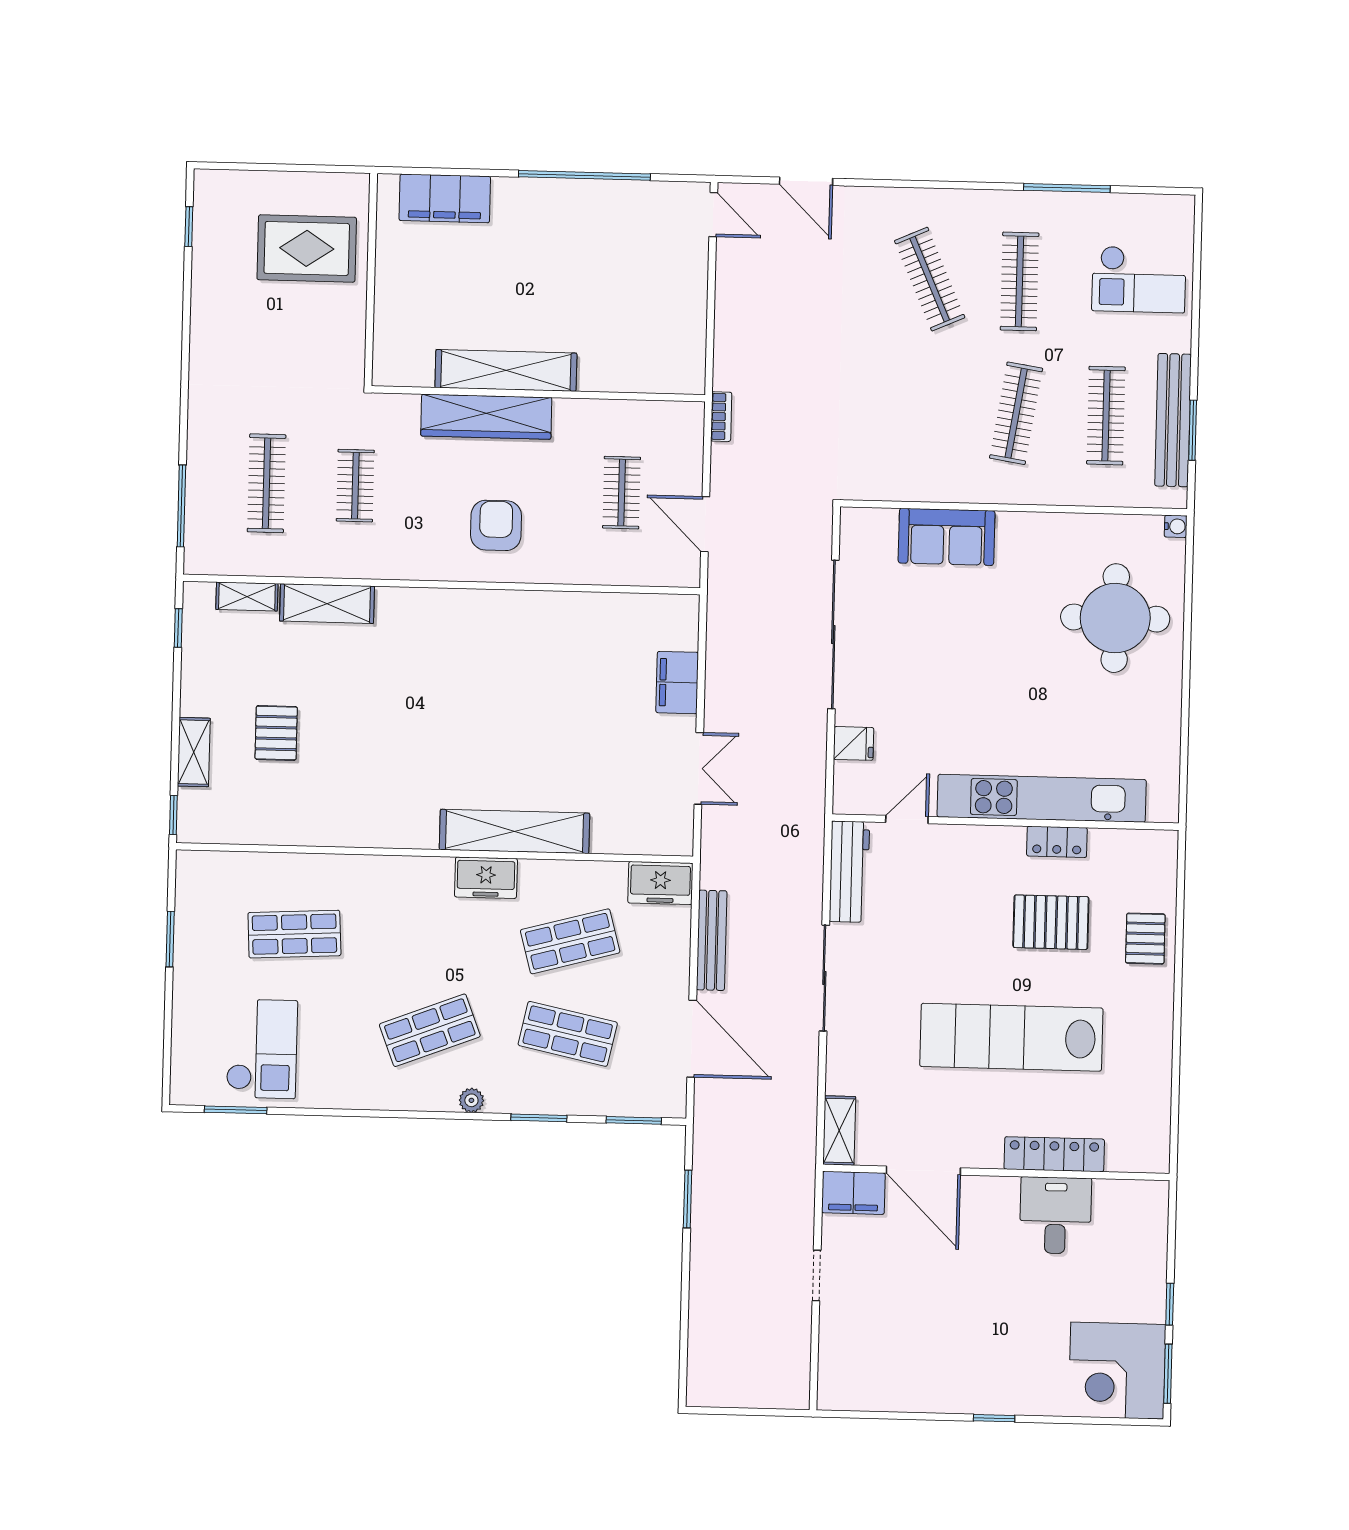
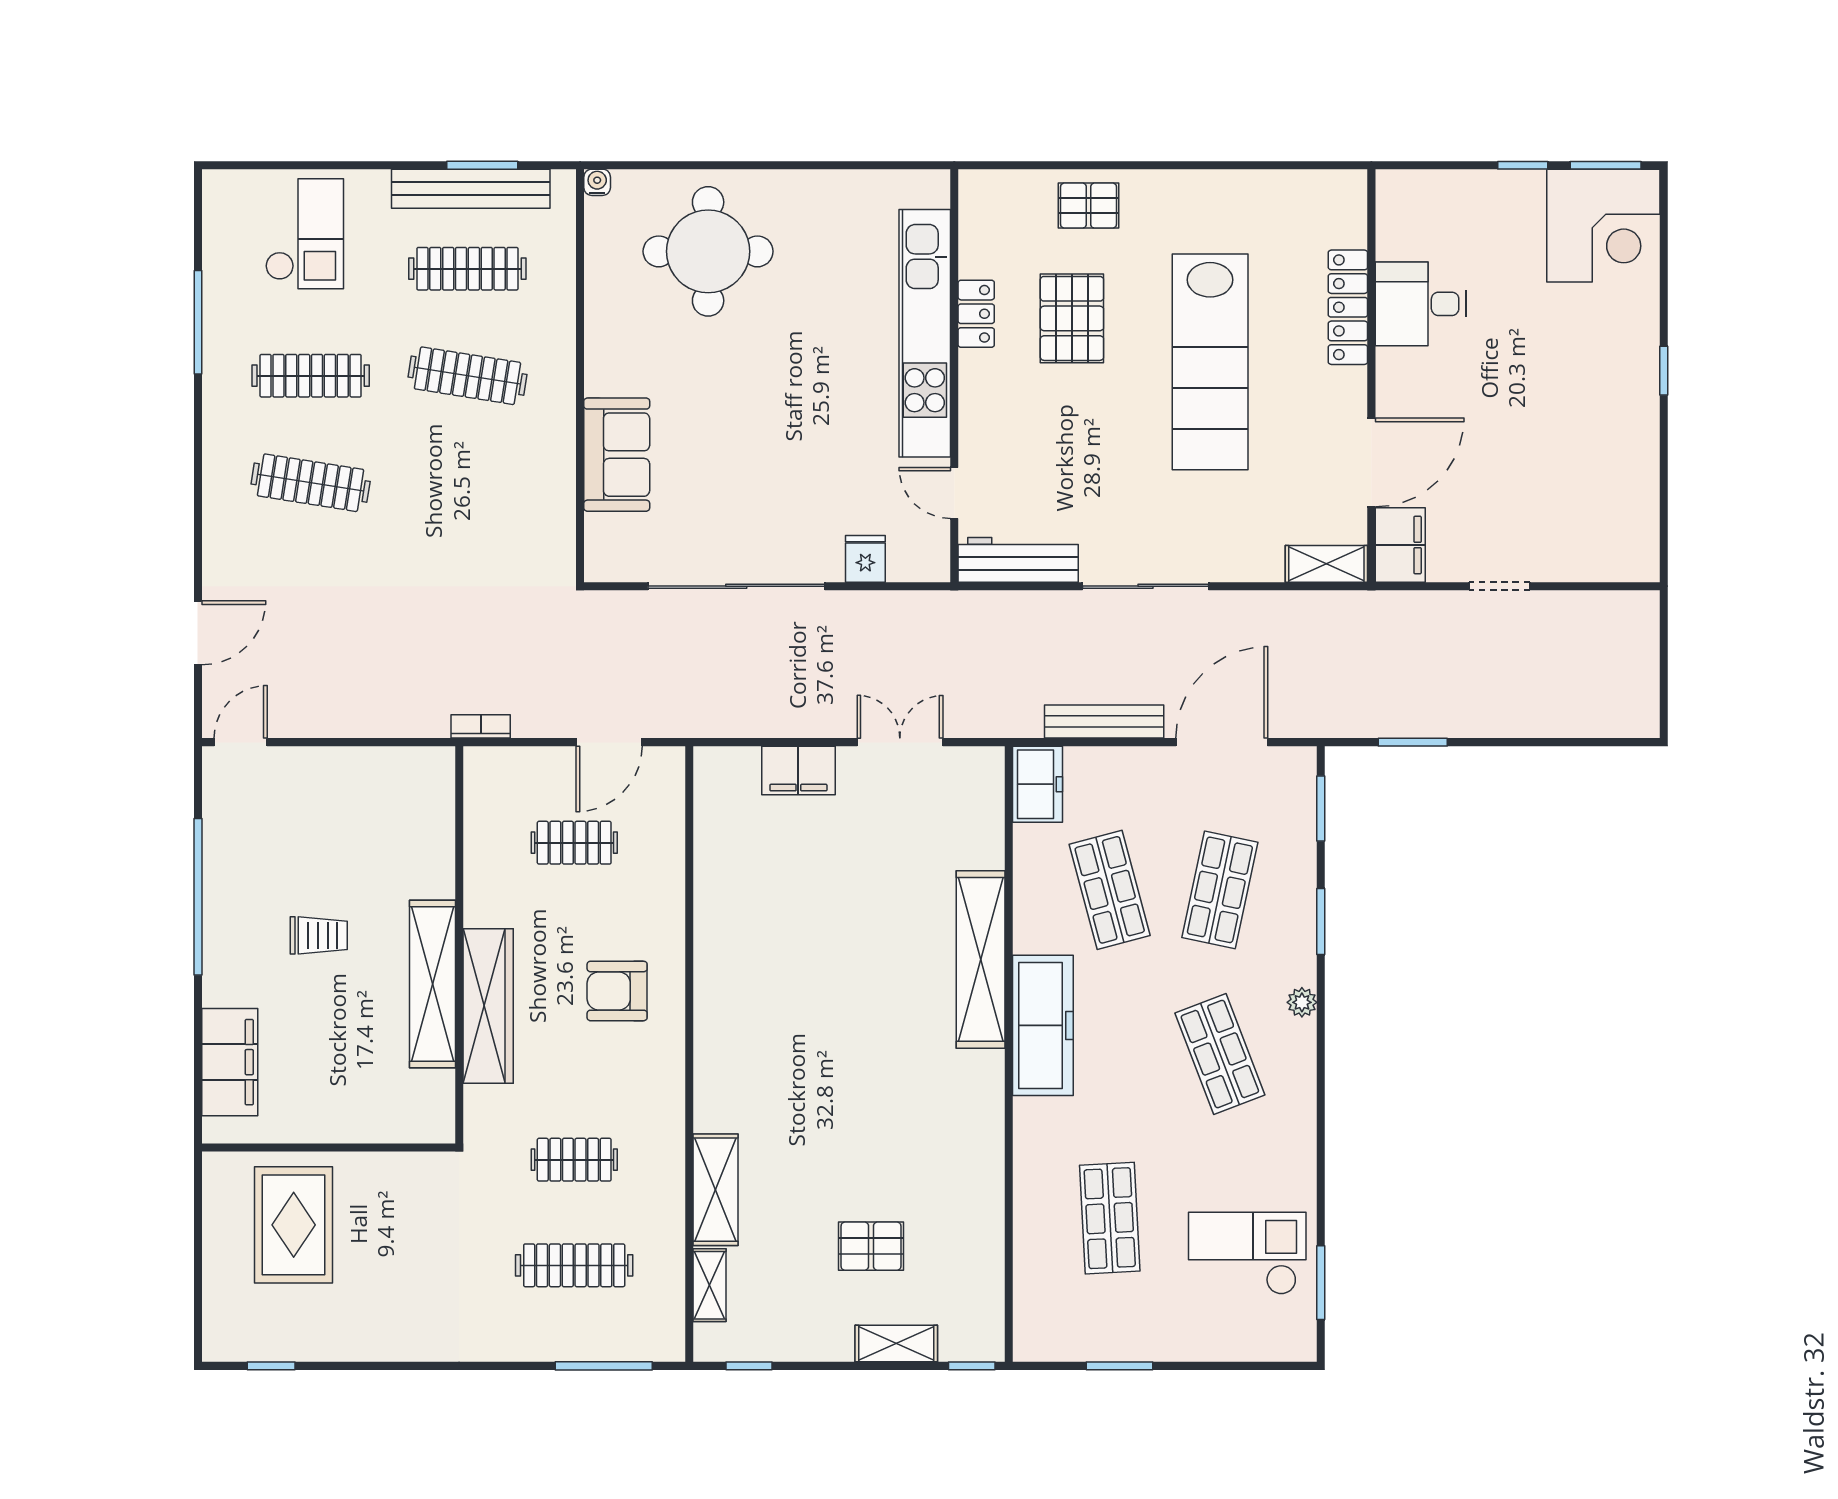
trolley: (549, 276) -> (319, 935), added
clothes rail: (930, 279) -> (311, 483), turned 33
freezer: (486, 878) -> (1043, 1025), width x1.91, depth x1.26

